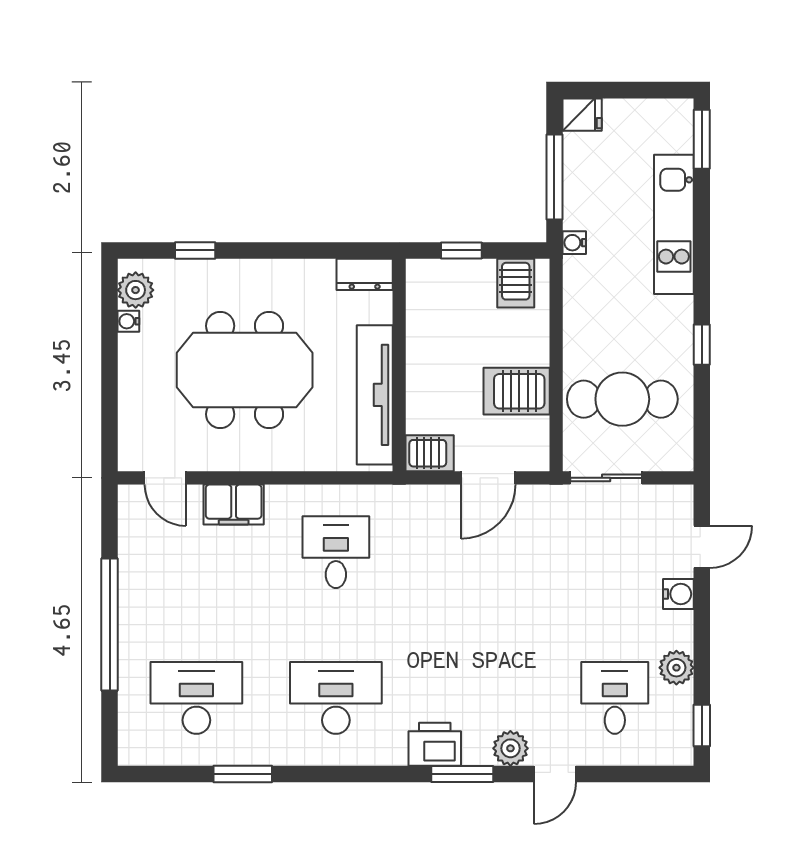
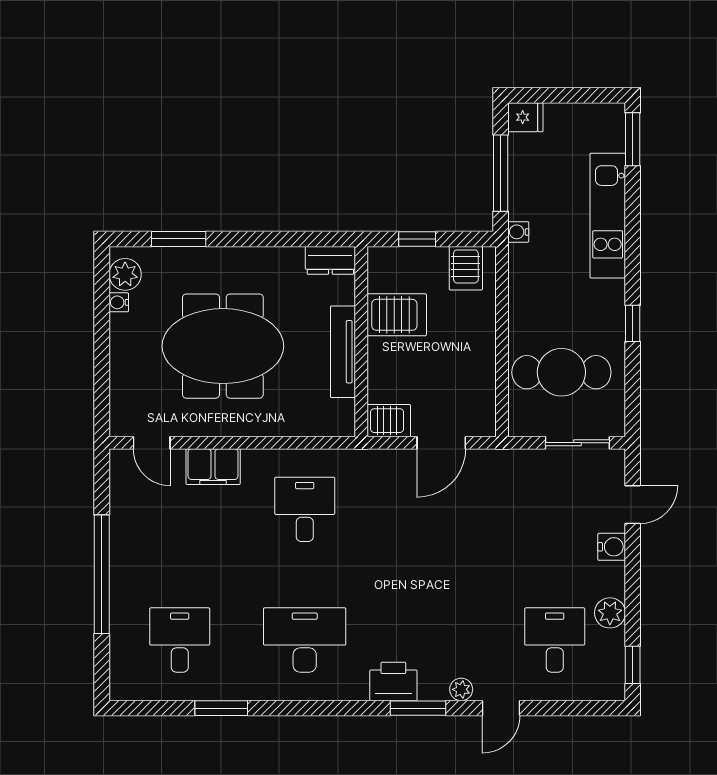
window: (195, 250) -> (179, 239), width x1.50
server rack: (517, 391) -> (397, 315), moved, turned 180
tv unit: (375, 395) -> (343, 352), width x0.73, depth x0.78
sliding door: (606, 478) -> (577, 443), moved
desk: (196, 698) -> (180, 640), width x0.73
plant: (510, 748) -> (461, 689), width x0.73, depth x0.73

